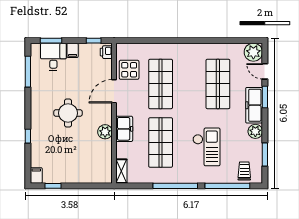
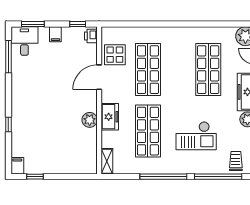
desk: (53, 57) -> (24, 41), moved
round table: (68, 113) -> (51, 100), removed
checkout: (206, 147) -> (196, 136), turned 90

